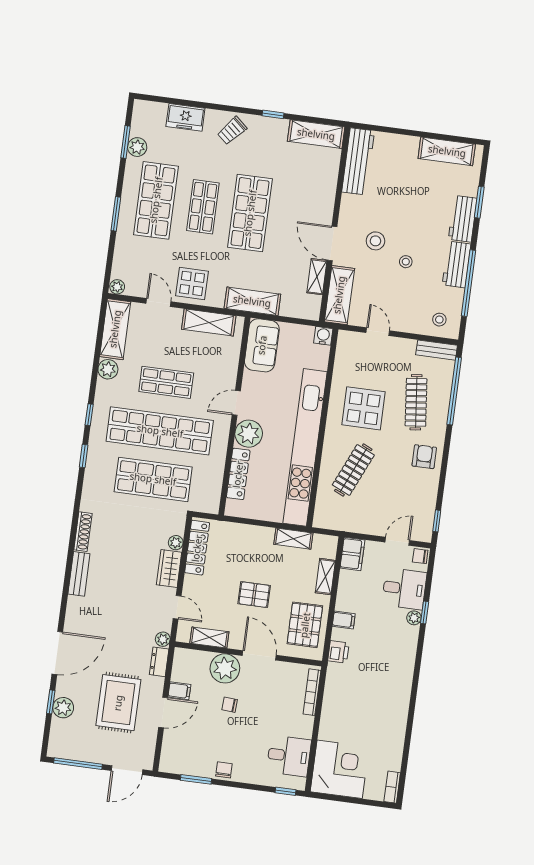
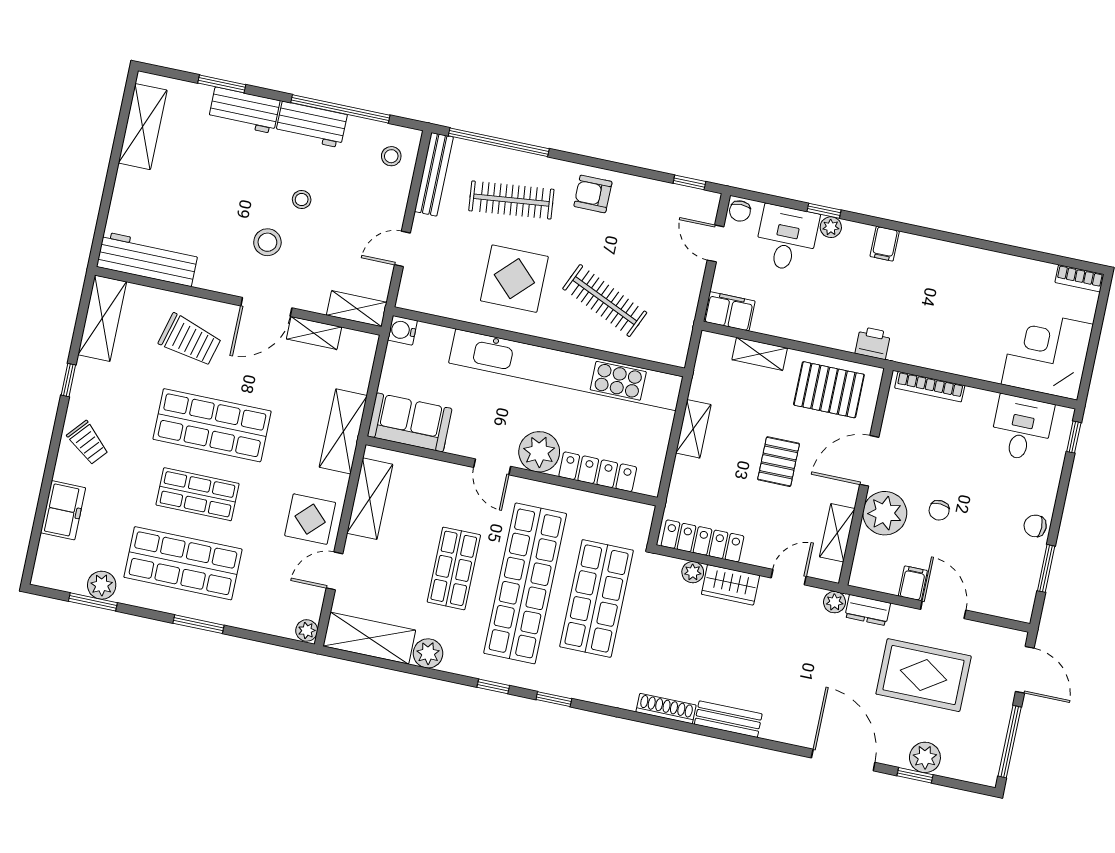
trolley: (306, 194) -> (190, 340), added
shelving: (339, 295) -> (357, 309), width x0.67, depth x0.75
bench: (437, 350) -> (434, 174), width x1.36
shelving: (293, 539) -> (693, 429), moved
filing cabinet: (344, 620) -> (885, 244), moved, turned 180

